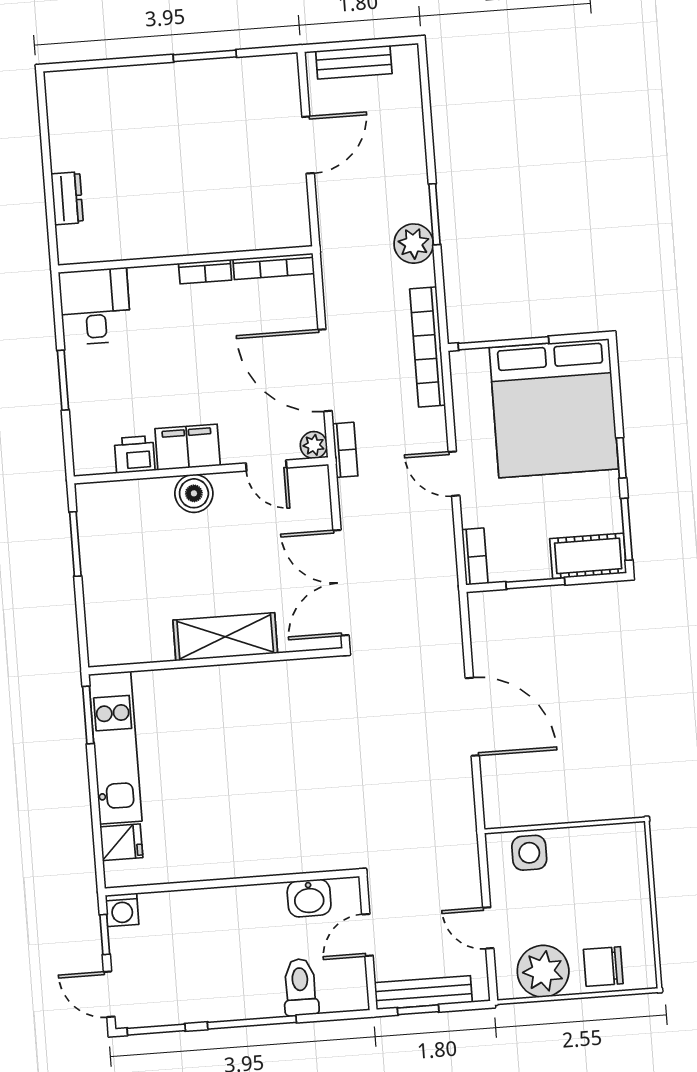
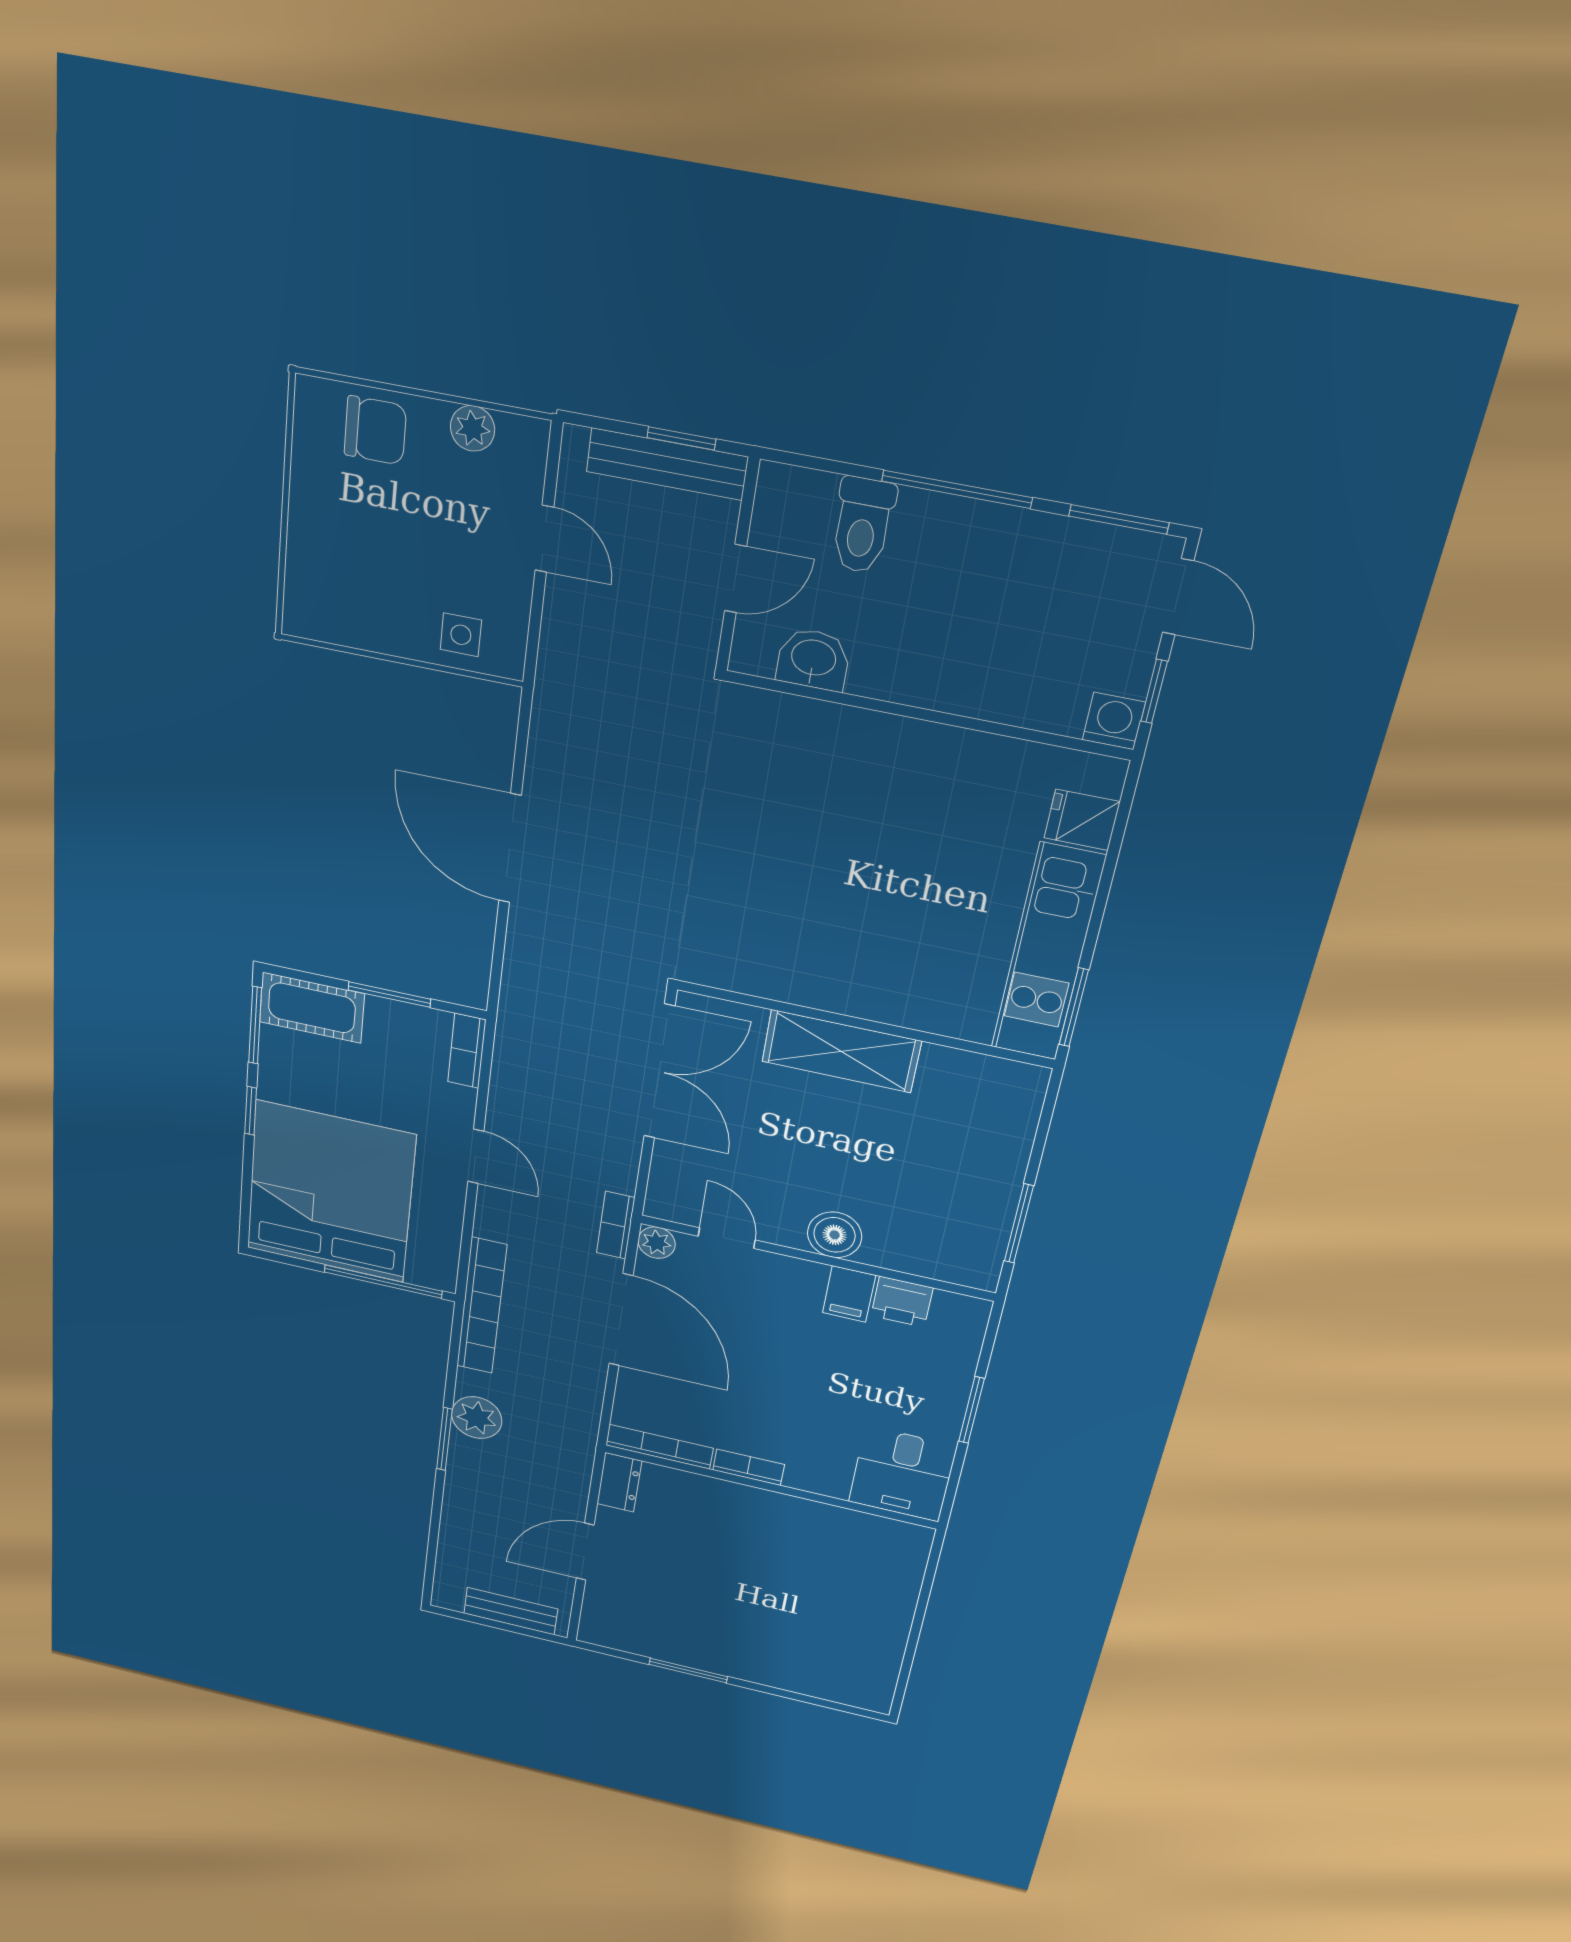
dresser: (67, 198) -> (619, 1482), moved, turned 180
filing cabinet: (188, 447) -> (849, 1294), width x0.50
side table: (529, 853) -> (461, 635), width x0.73, depth x0.73
plant: (543, 971) -> (473, 428), width x0.53, depth x0.53

